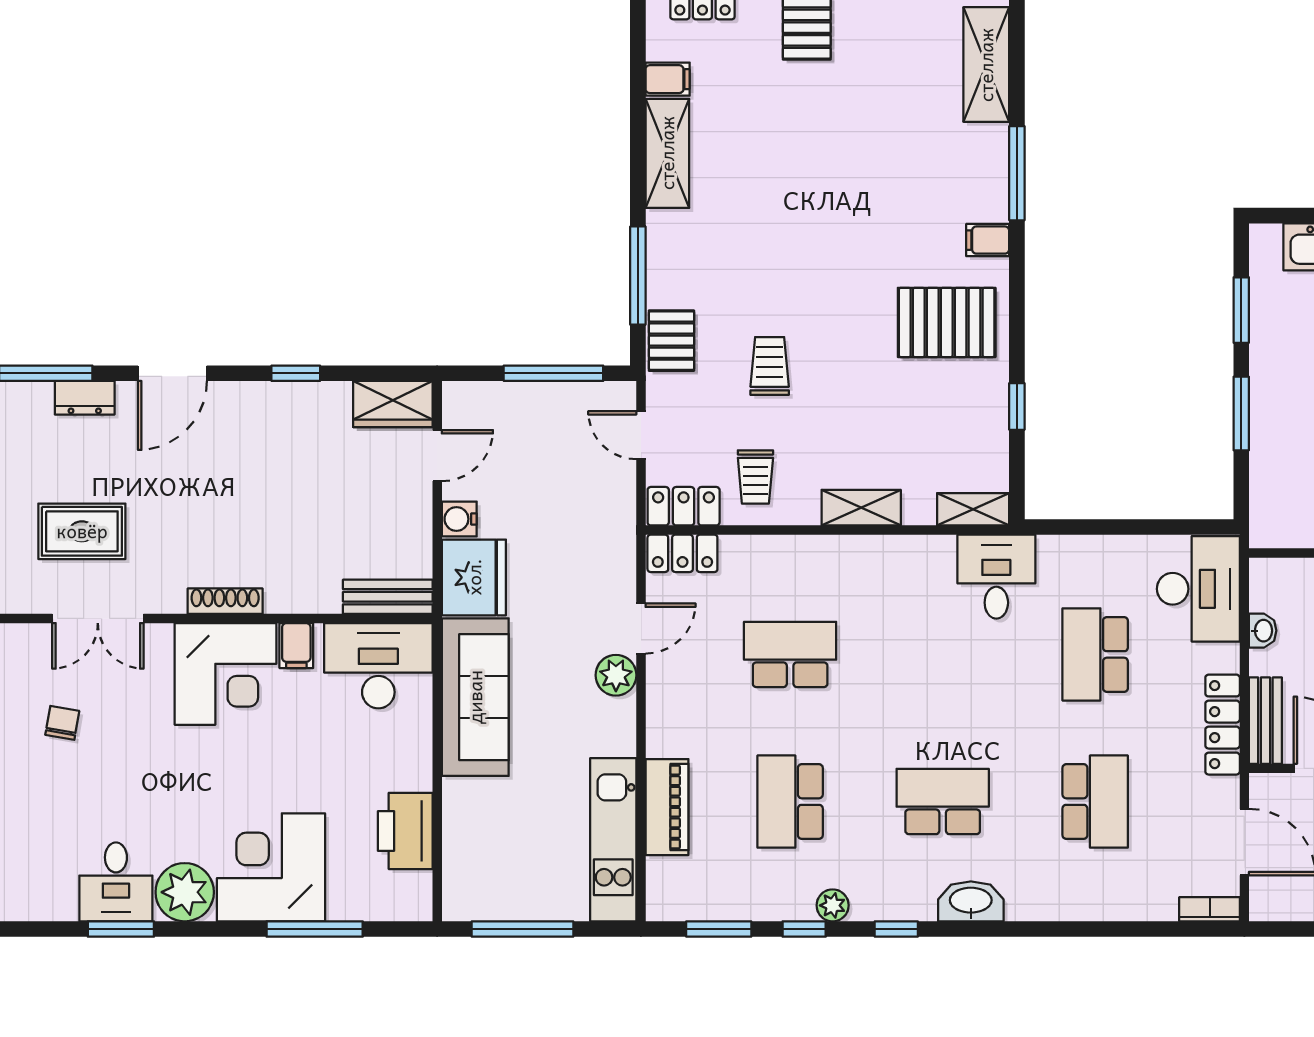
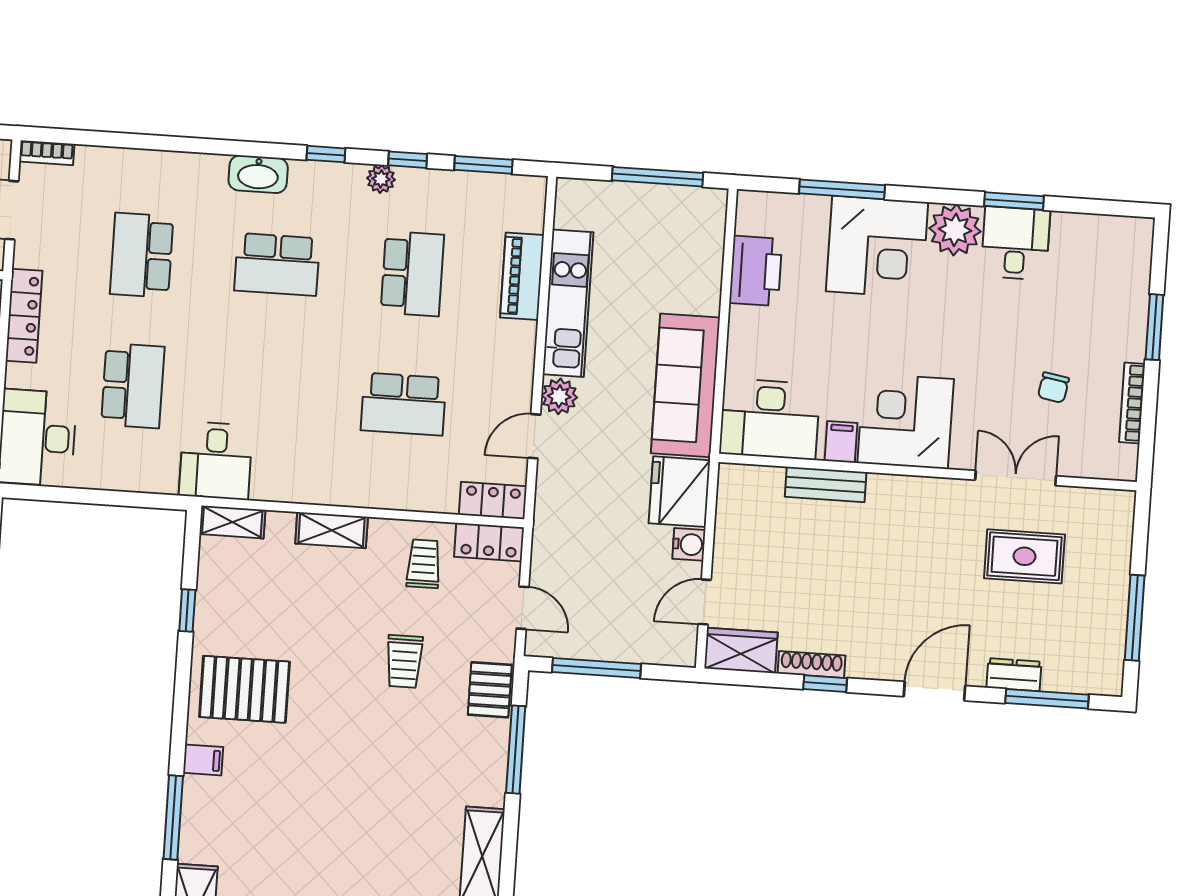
bench: (388, 597) -> (826, 484), moved
shoe rack: (225, 601) -> (811, 665), moved, turned 180
kitchen unit: (613, 840) -> (568, 303), moved

